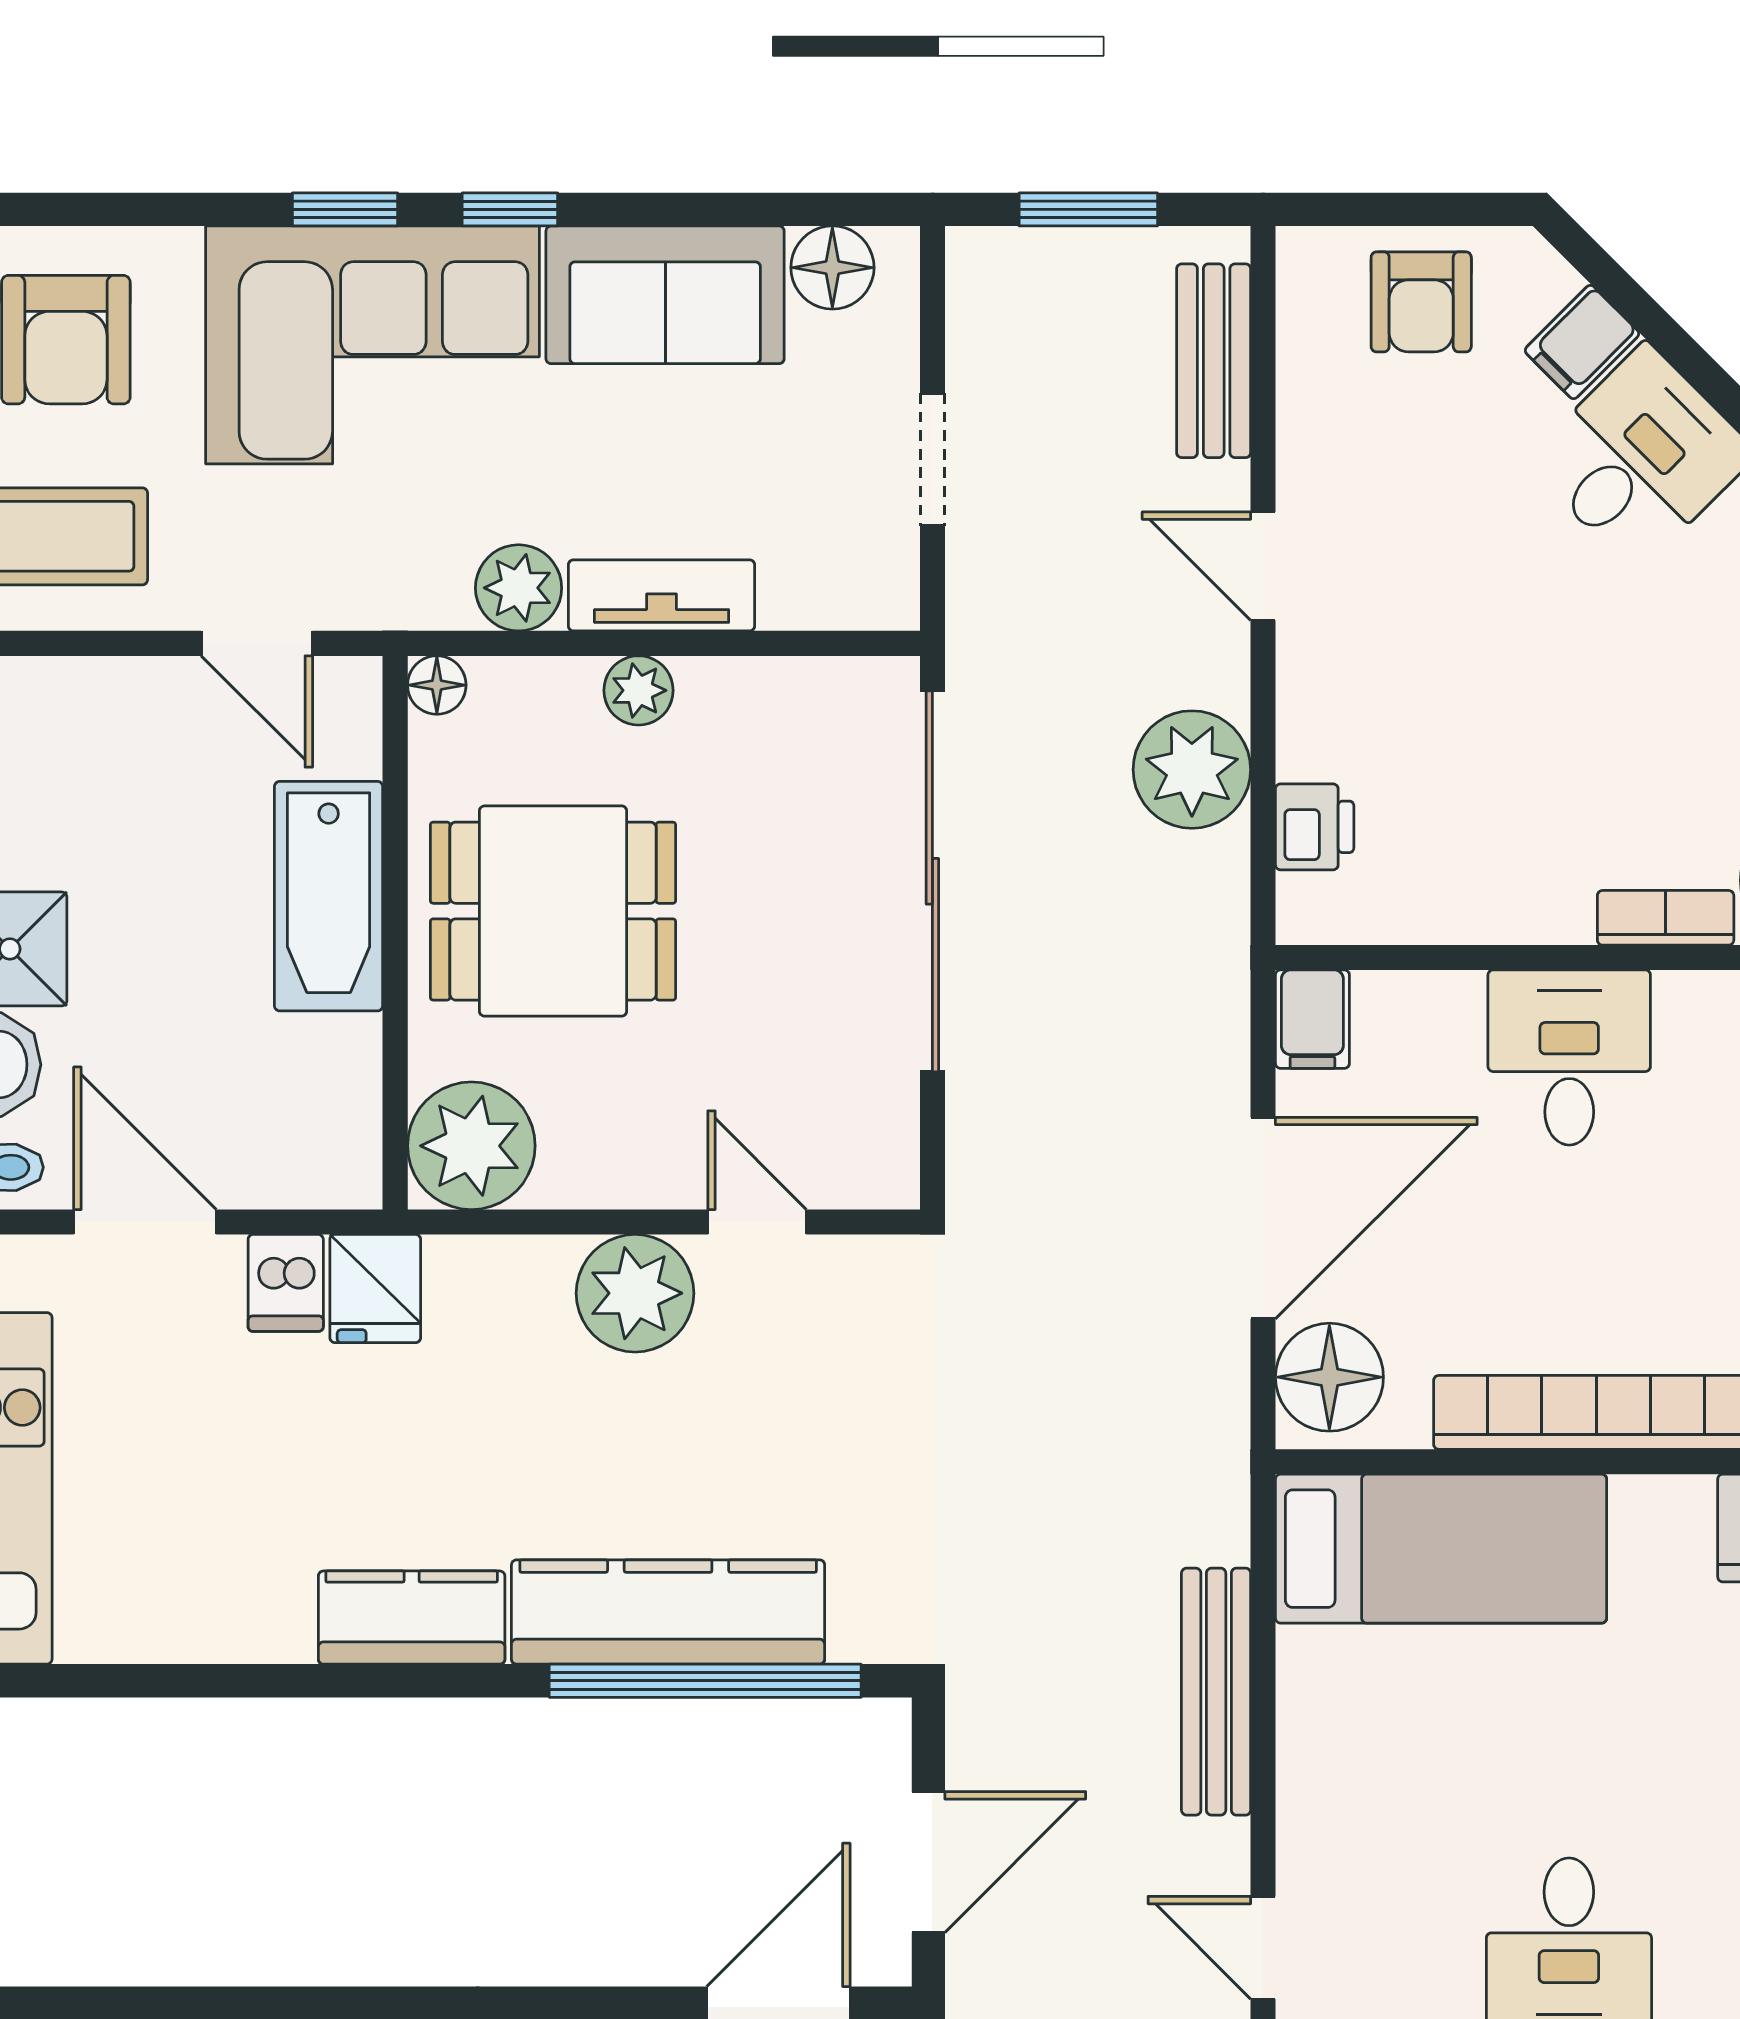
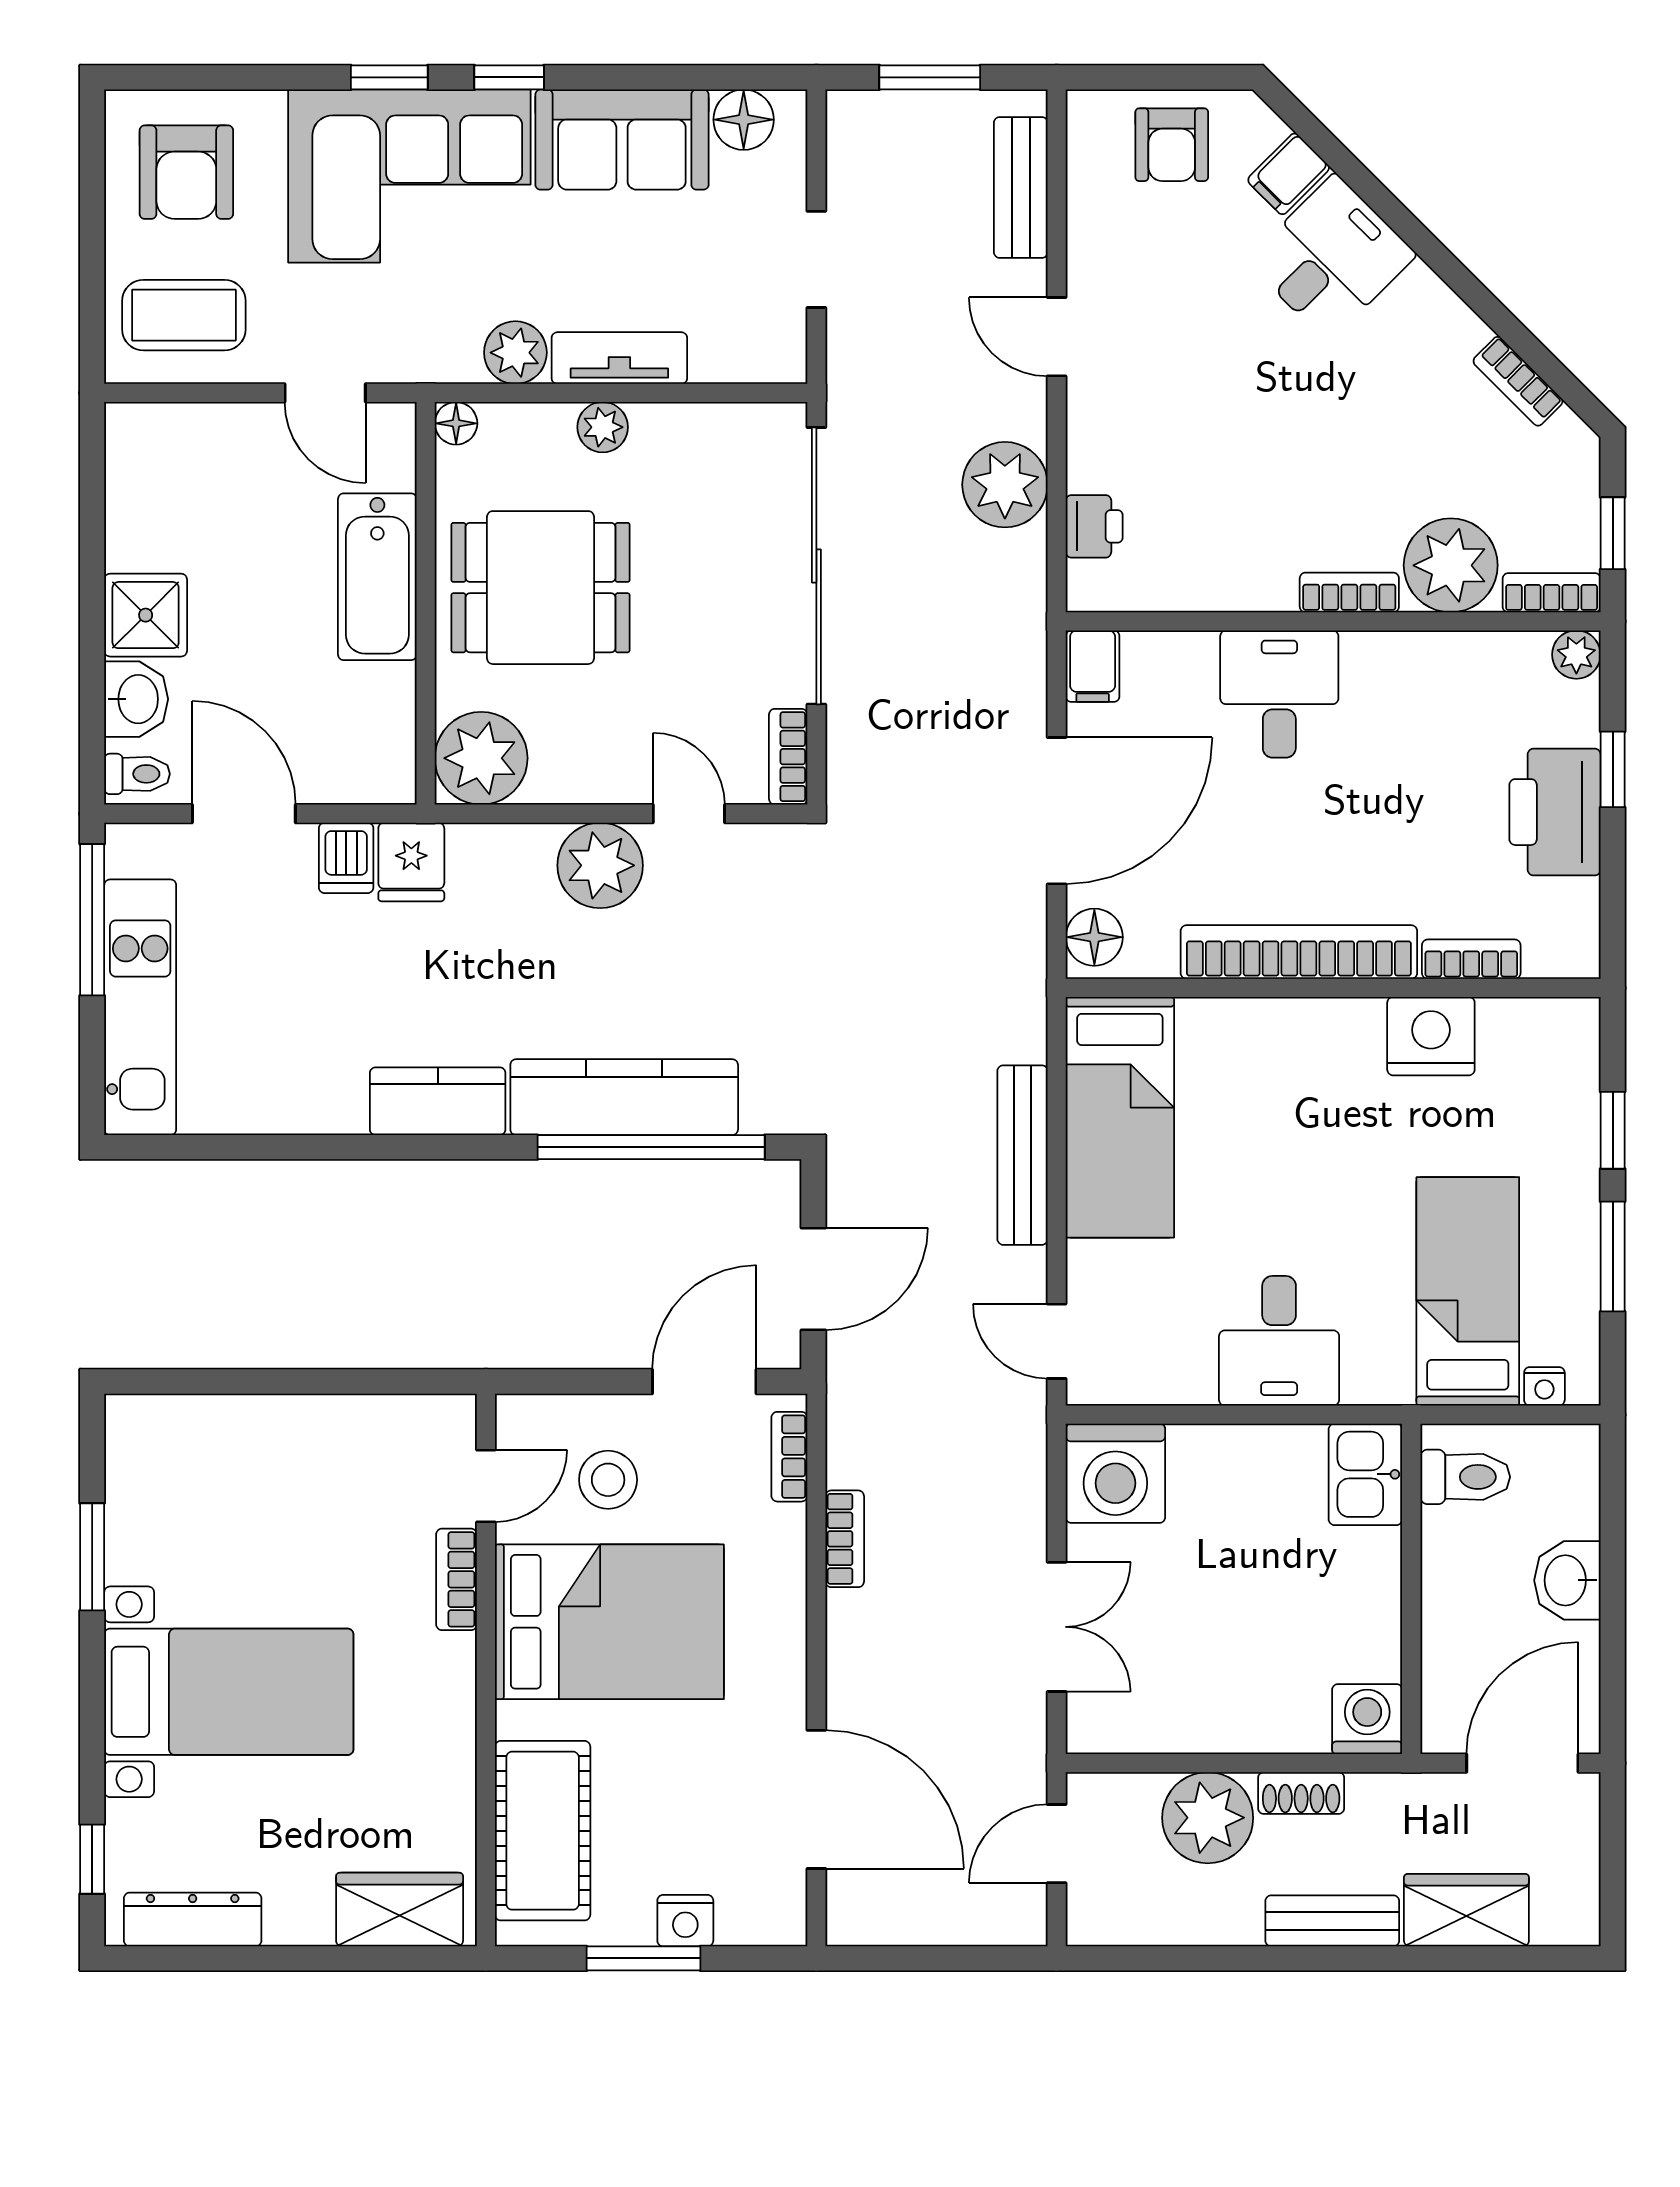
bookcase: (894, 1144) -> (788, 757), added
floor lamp: (1329, 1377) -> (1094, 937), width x0.73, depth x0.73
bed: (1441, 1549) -> (1120, 1117), moved, turned 90

